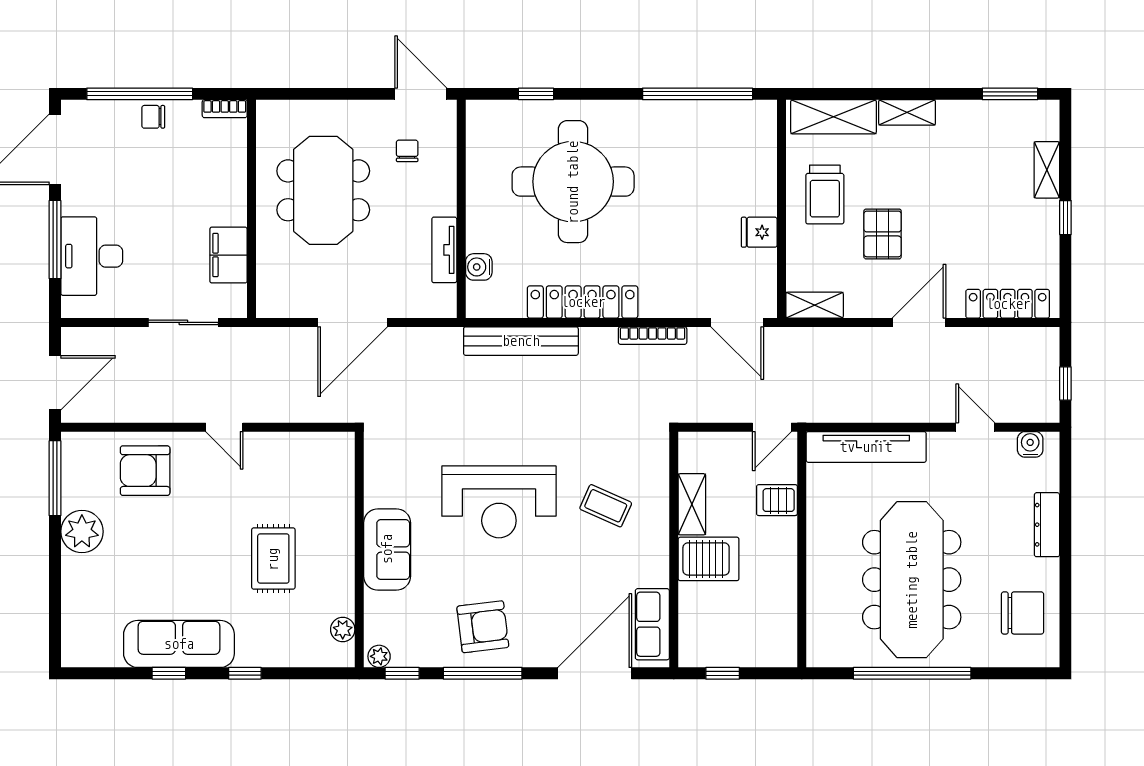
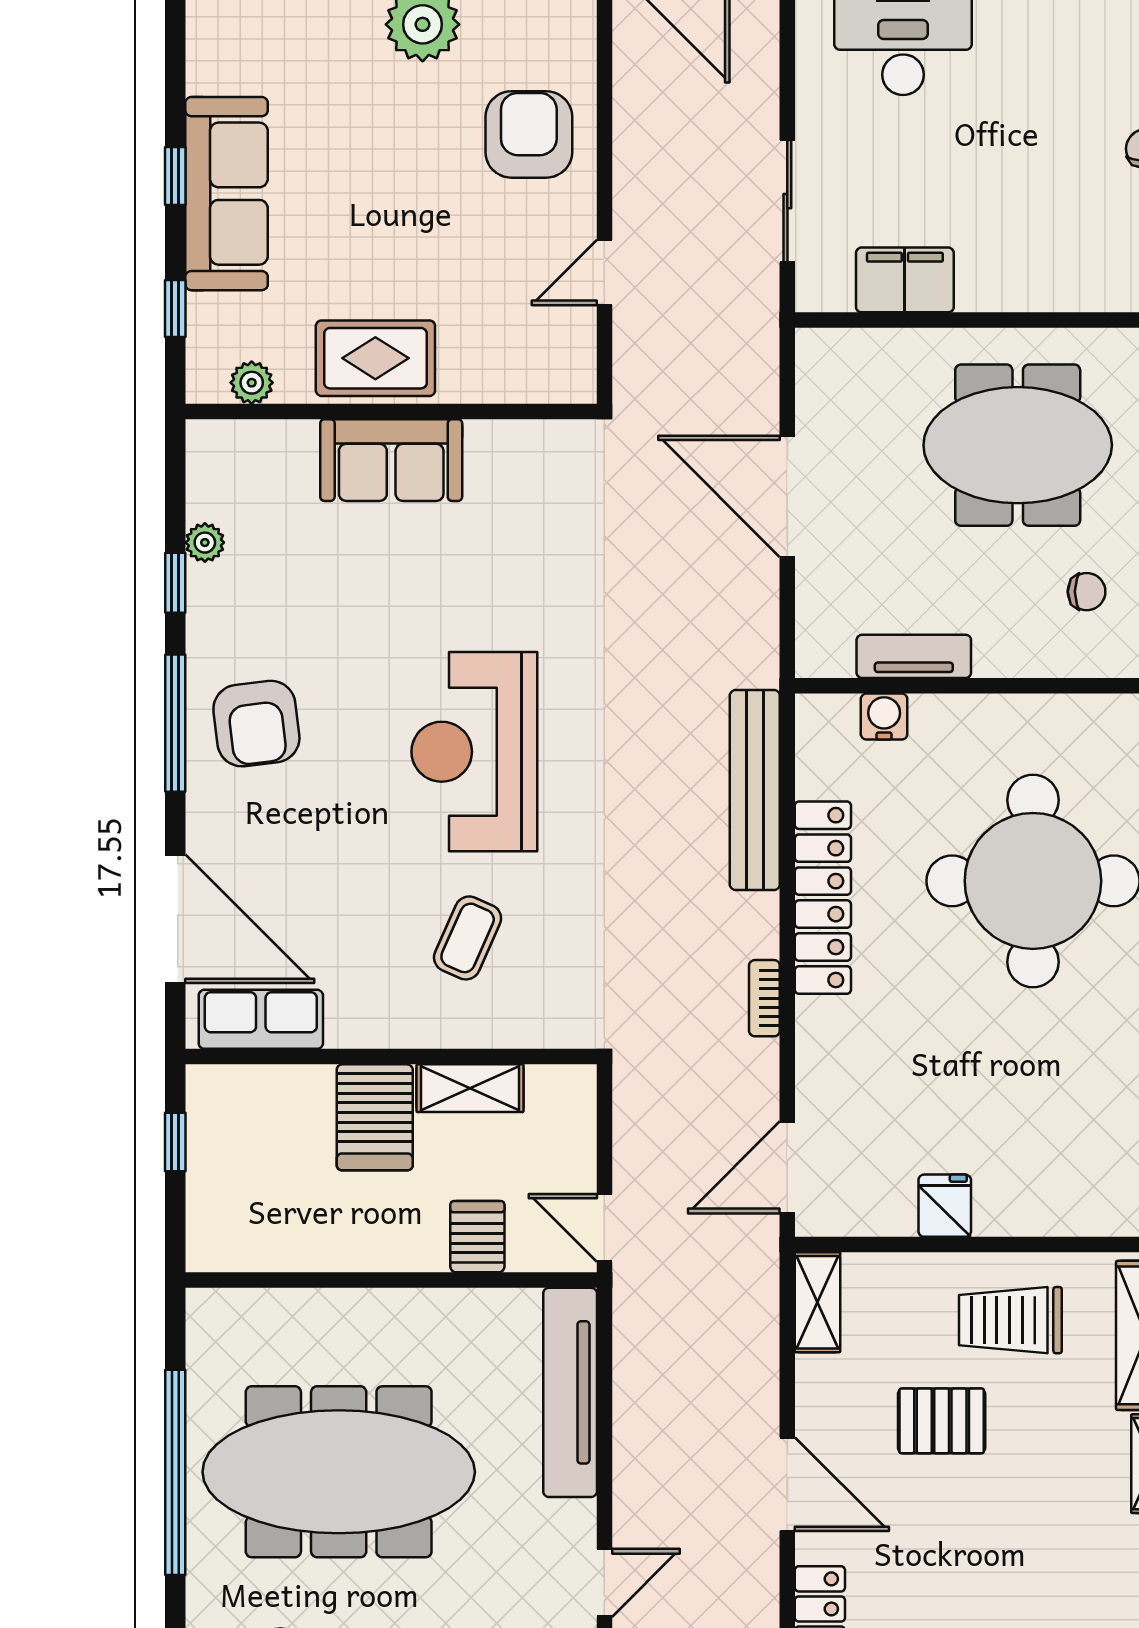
bookcase: (653, 336) -> (764, 998), width x0.64
sofa: (387, 549) -> (391, 460), moved
wall: (359, 550) -> (391, 412), moved
plant: (343, 629) -> (252, 383), moved

